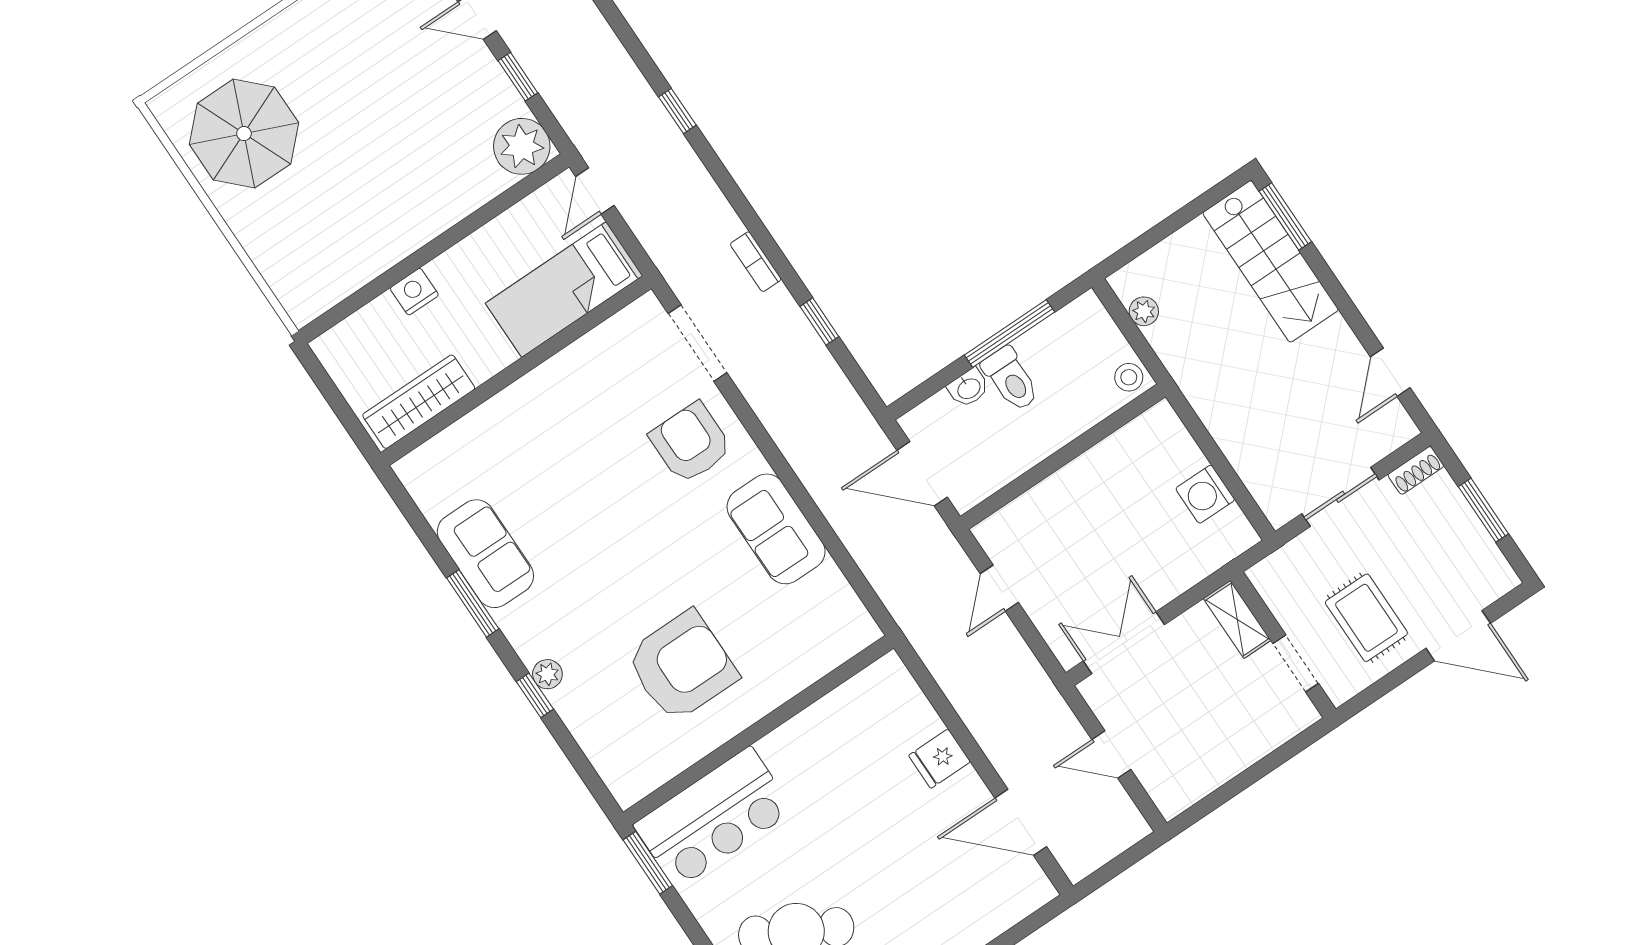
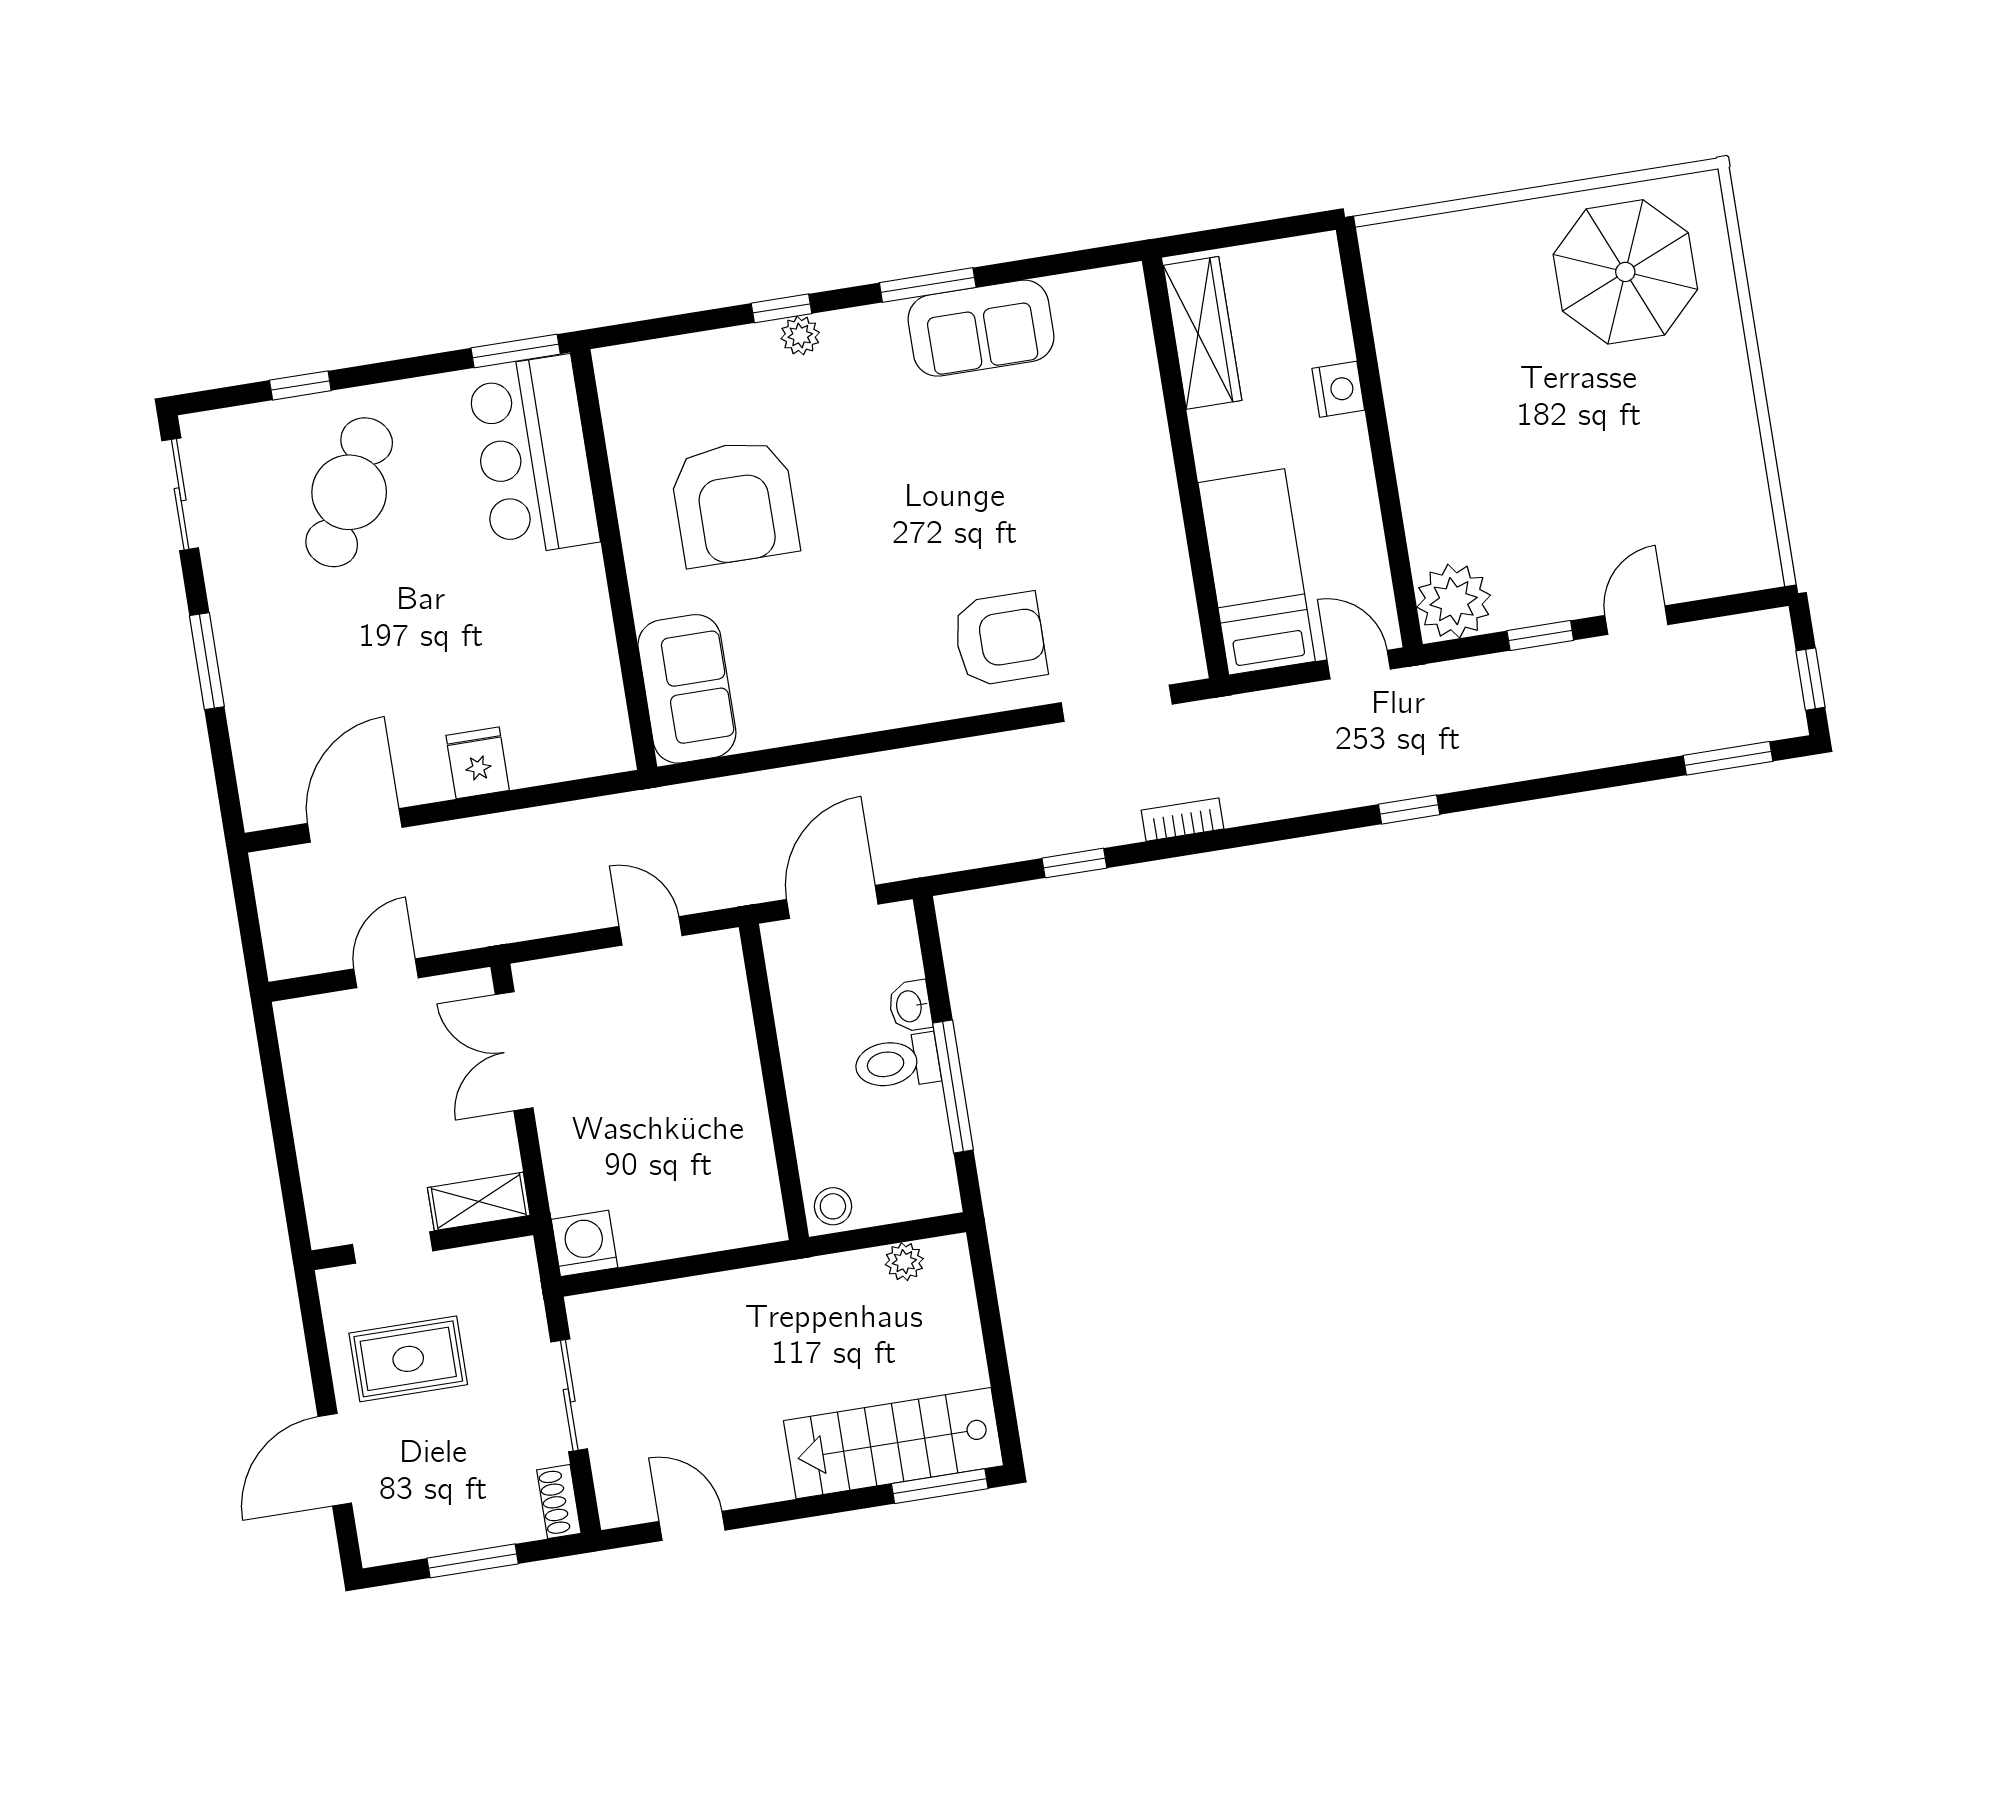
washing machine: (1205, 494) -> (584, 1243), moved
sofa: (776, 529) -> (687, 689), moved, turned 90
double door: (1124, 643) -> (514, 1051), swing flipped

